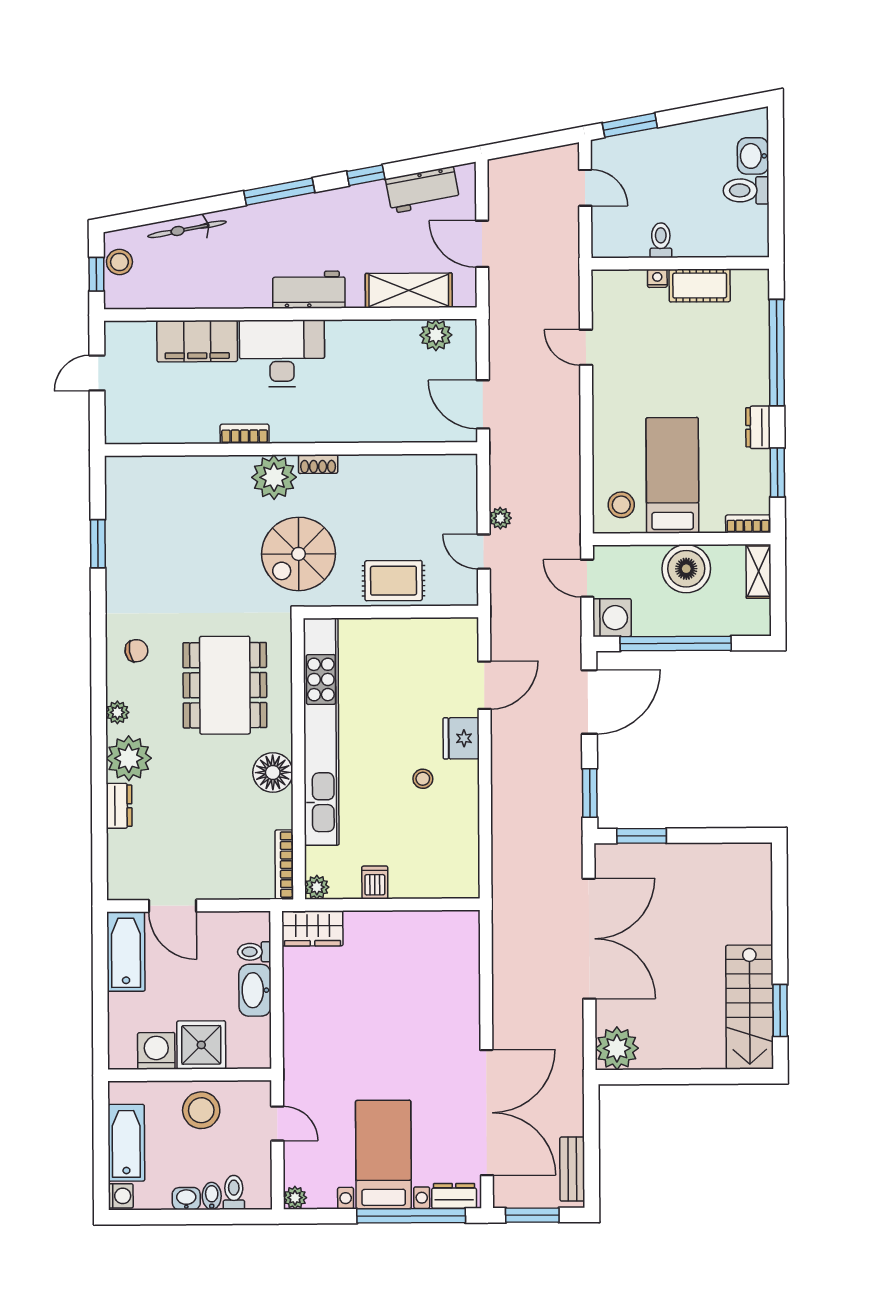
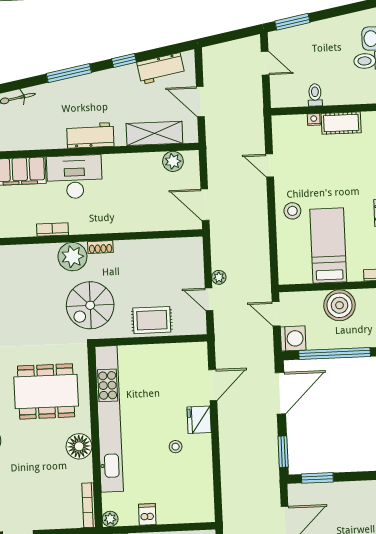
stool: (621, 505) -> (292, 211), moved
dining table: (225, 685) -> (46, 391), turned 90

